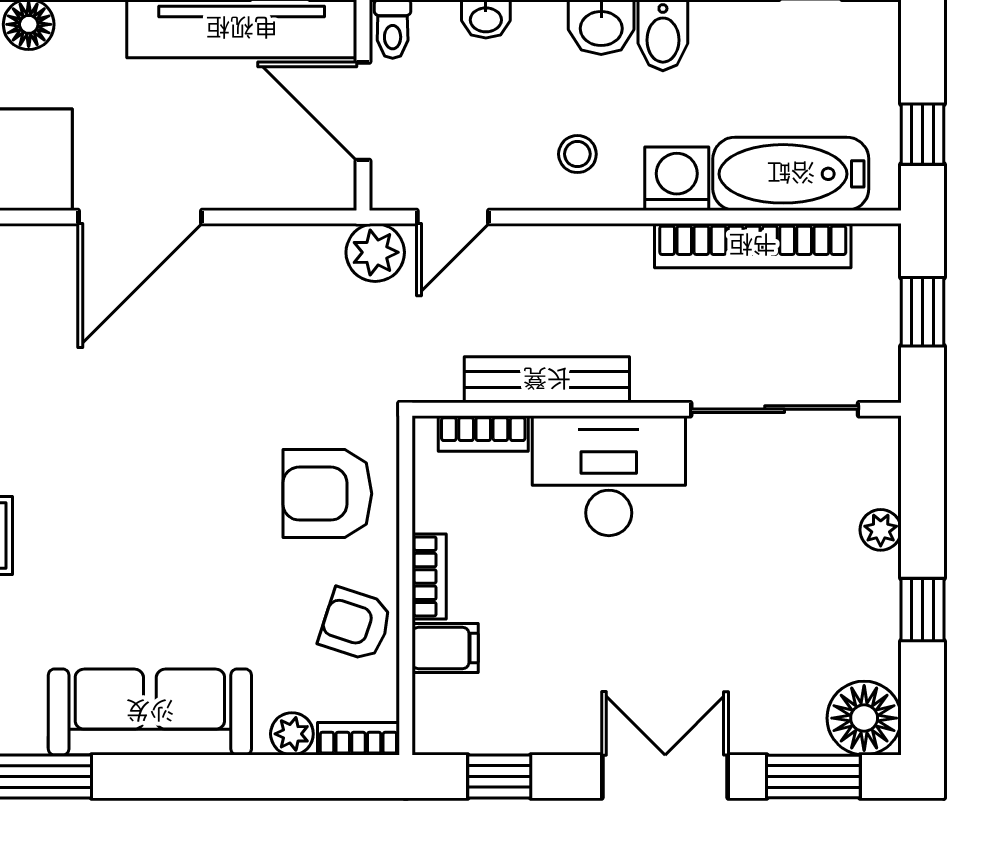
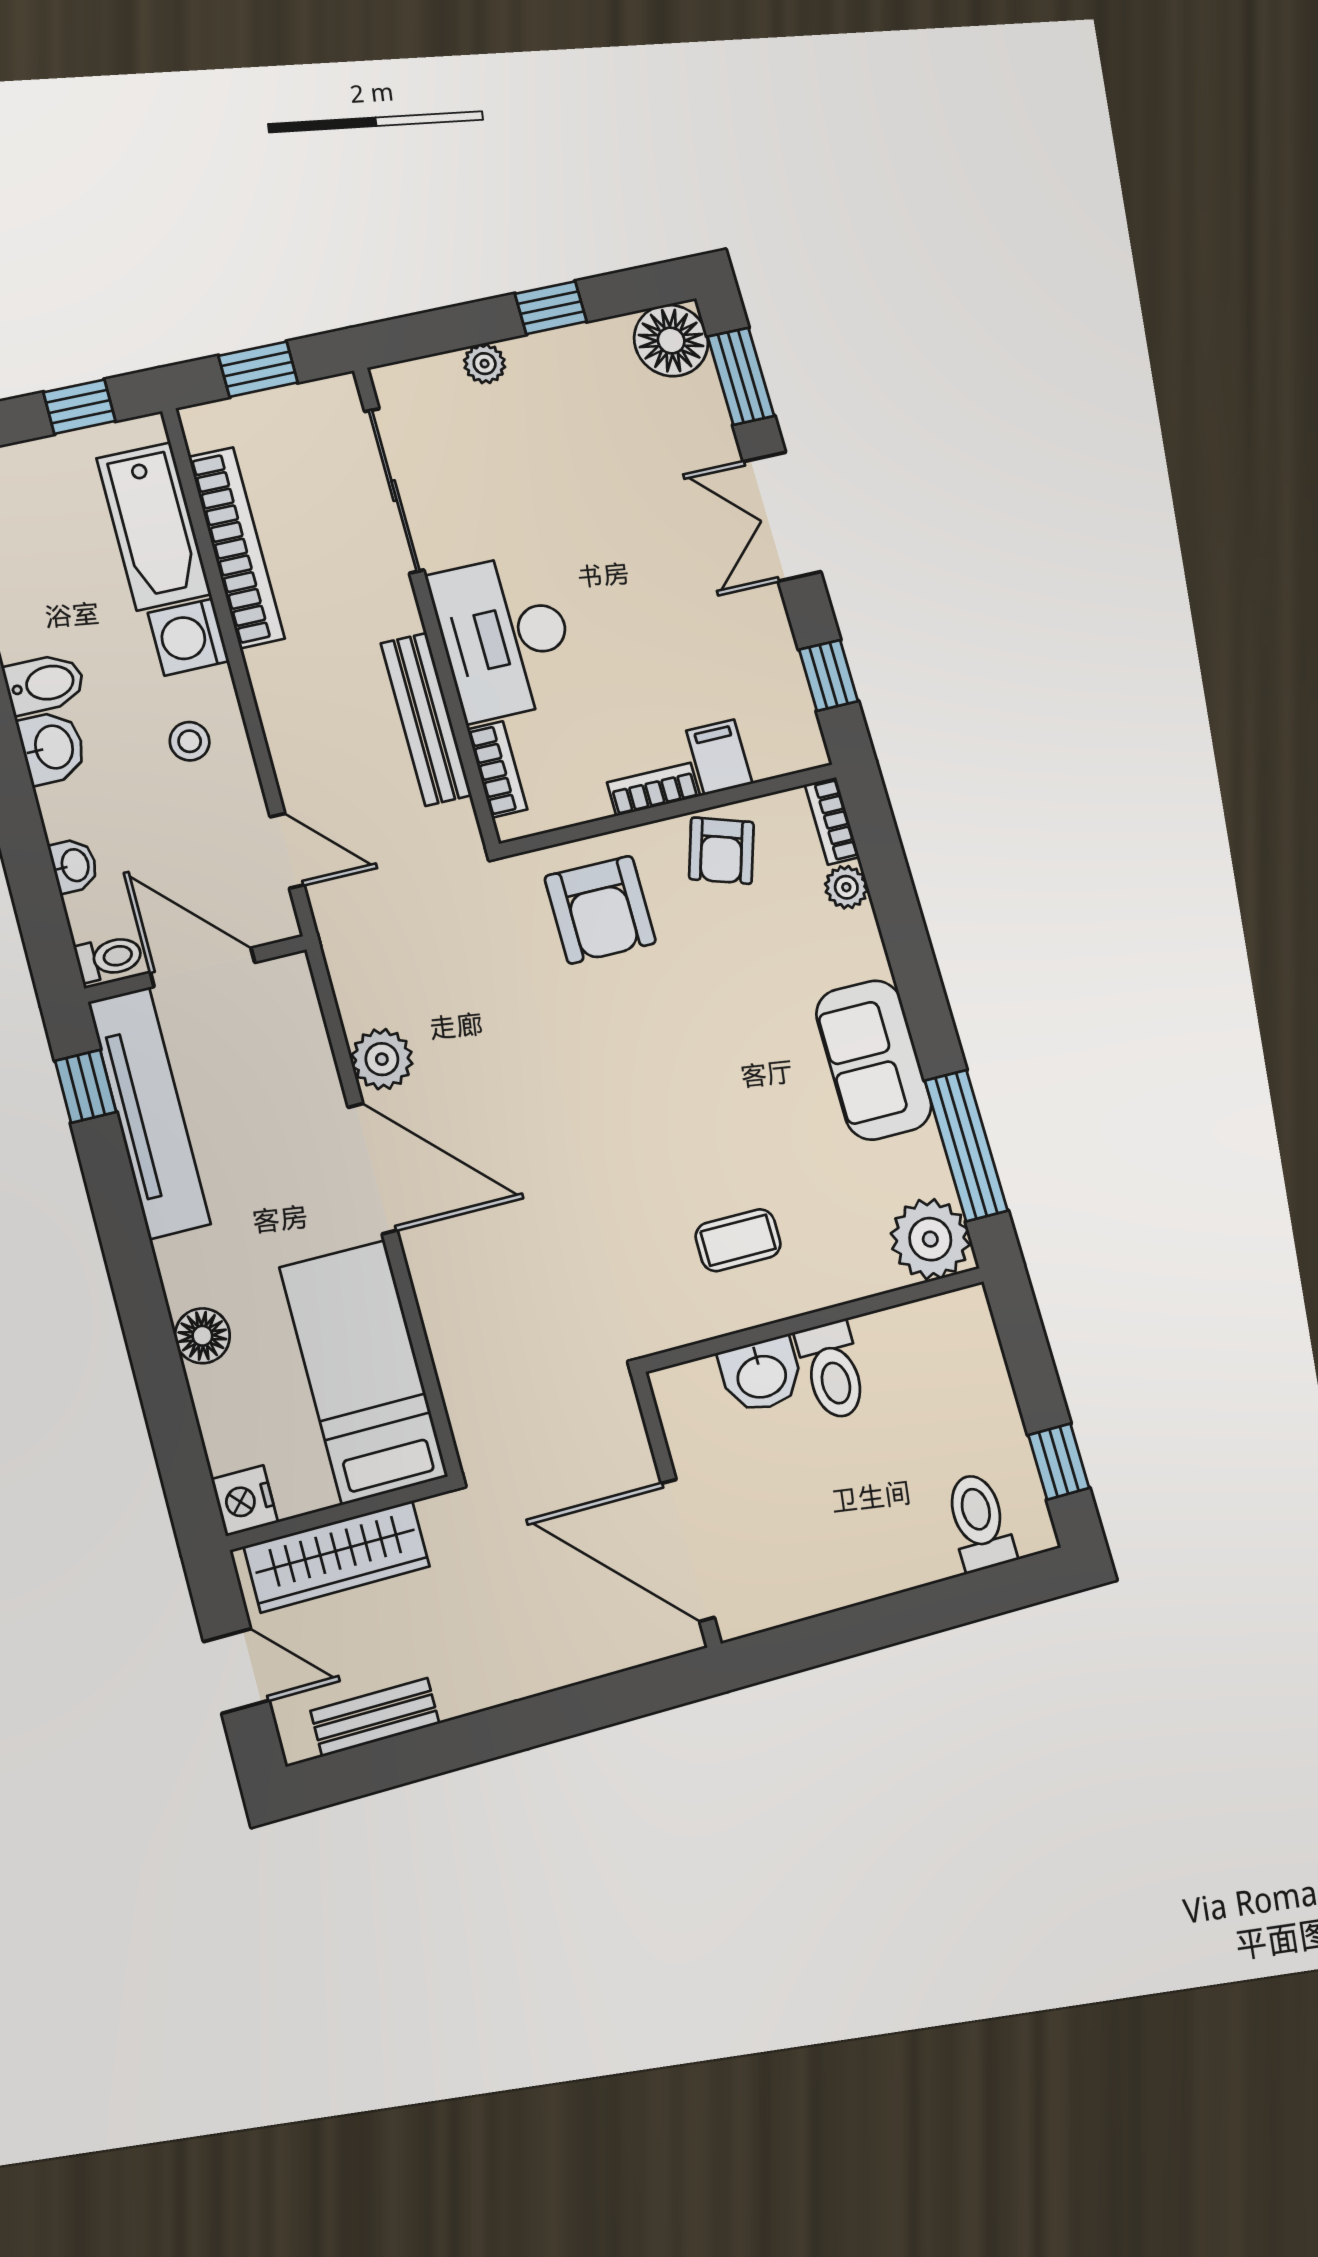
door: (363, 111) -> (203, 967), swing flipped
plant: (375, 252) -> (382, 1059), moved
sofa: (150, 712) -> (874, 1060), width x0.73

